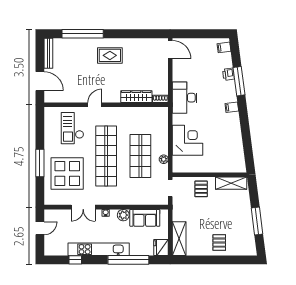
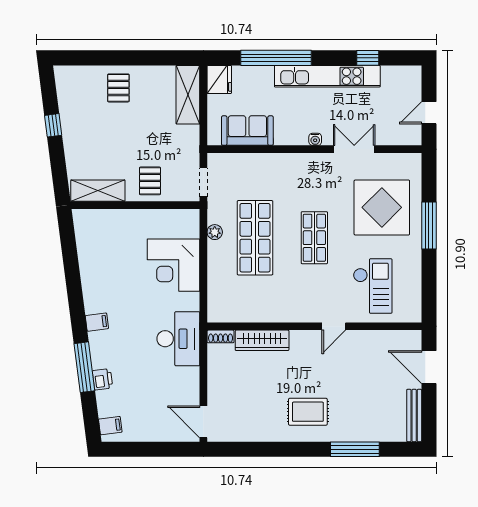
window: (83, 34) -> (355, 449), width x0.68
shop shelf: (106, 156) -> (314, 238), width x0.50, depth x0.74
plant: (123, 215) -> (285, 135), removed
window: (257, 221) -> (53, 125), width x0.46

